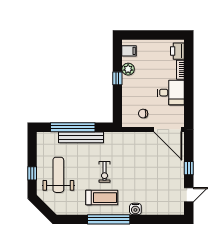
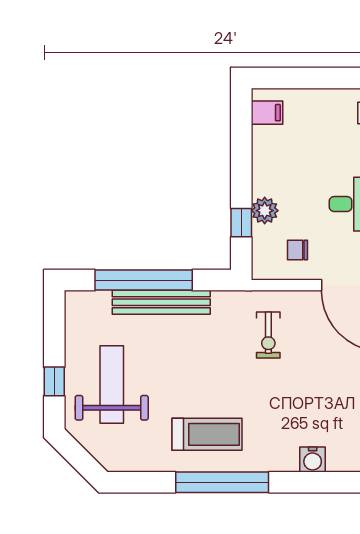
plant: (128, 69) -> (265, 211), moved
window: (117, 78) -> (241, 223), moved
exercise bike: (105, 172) -> (268, 335), moved
water cooler: (135, 209) -> (313, 459), moved

